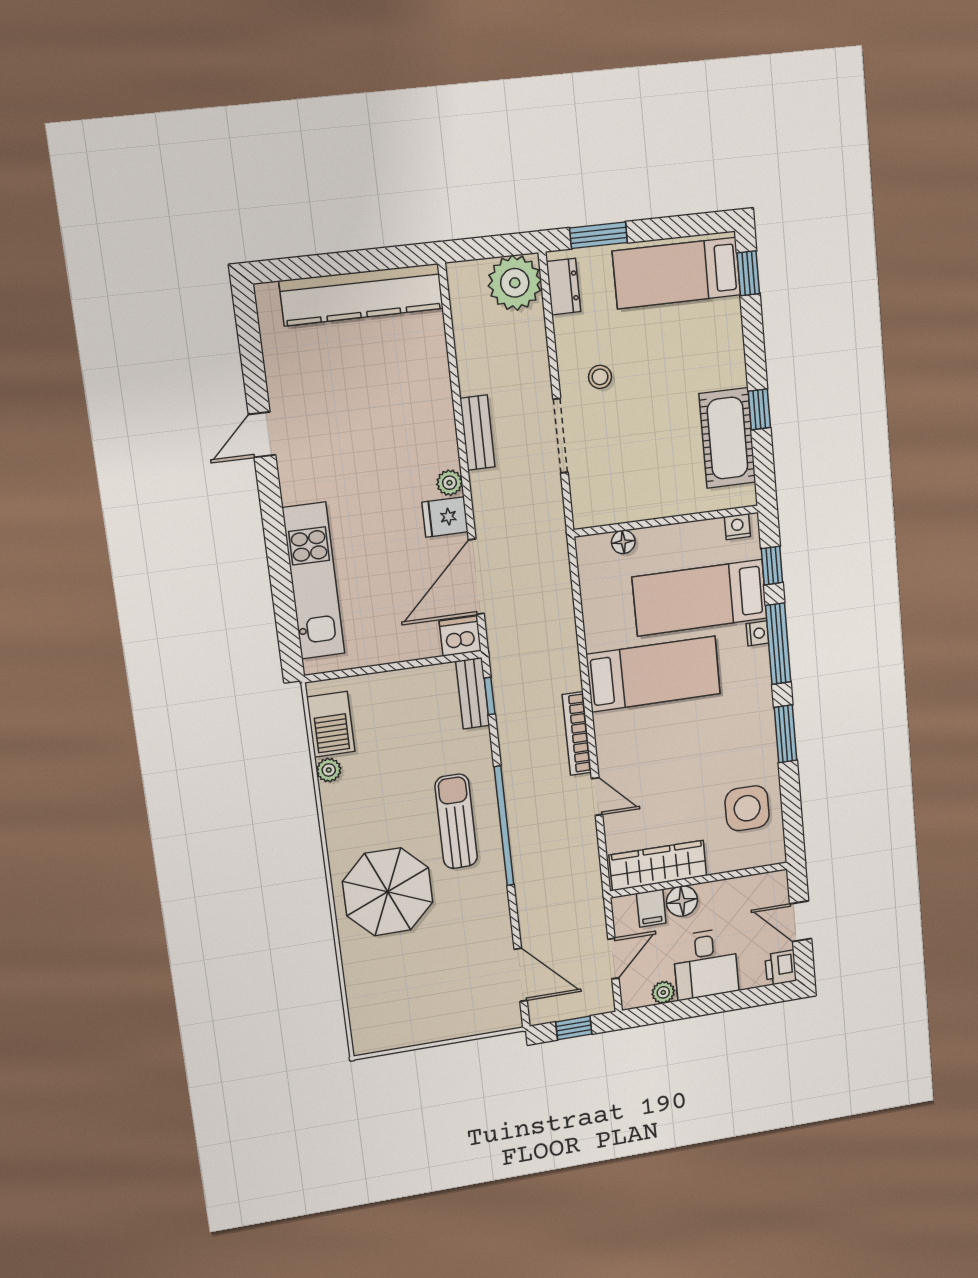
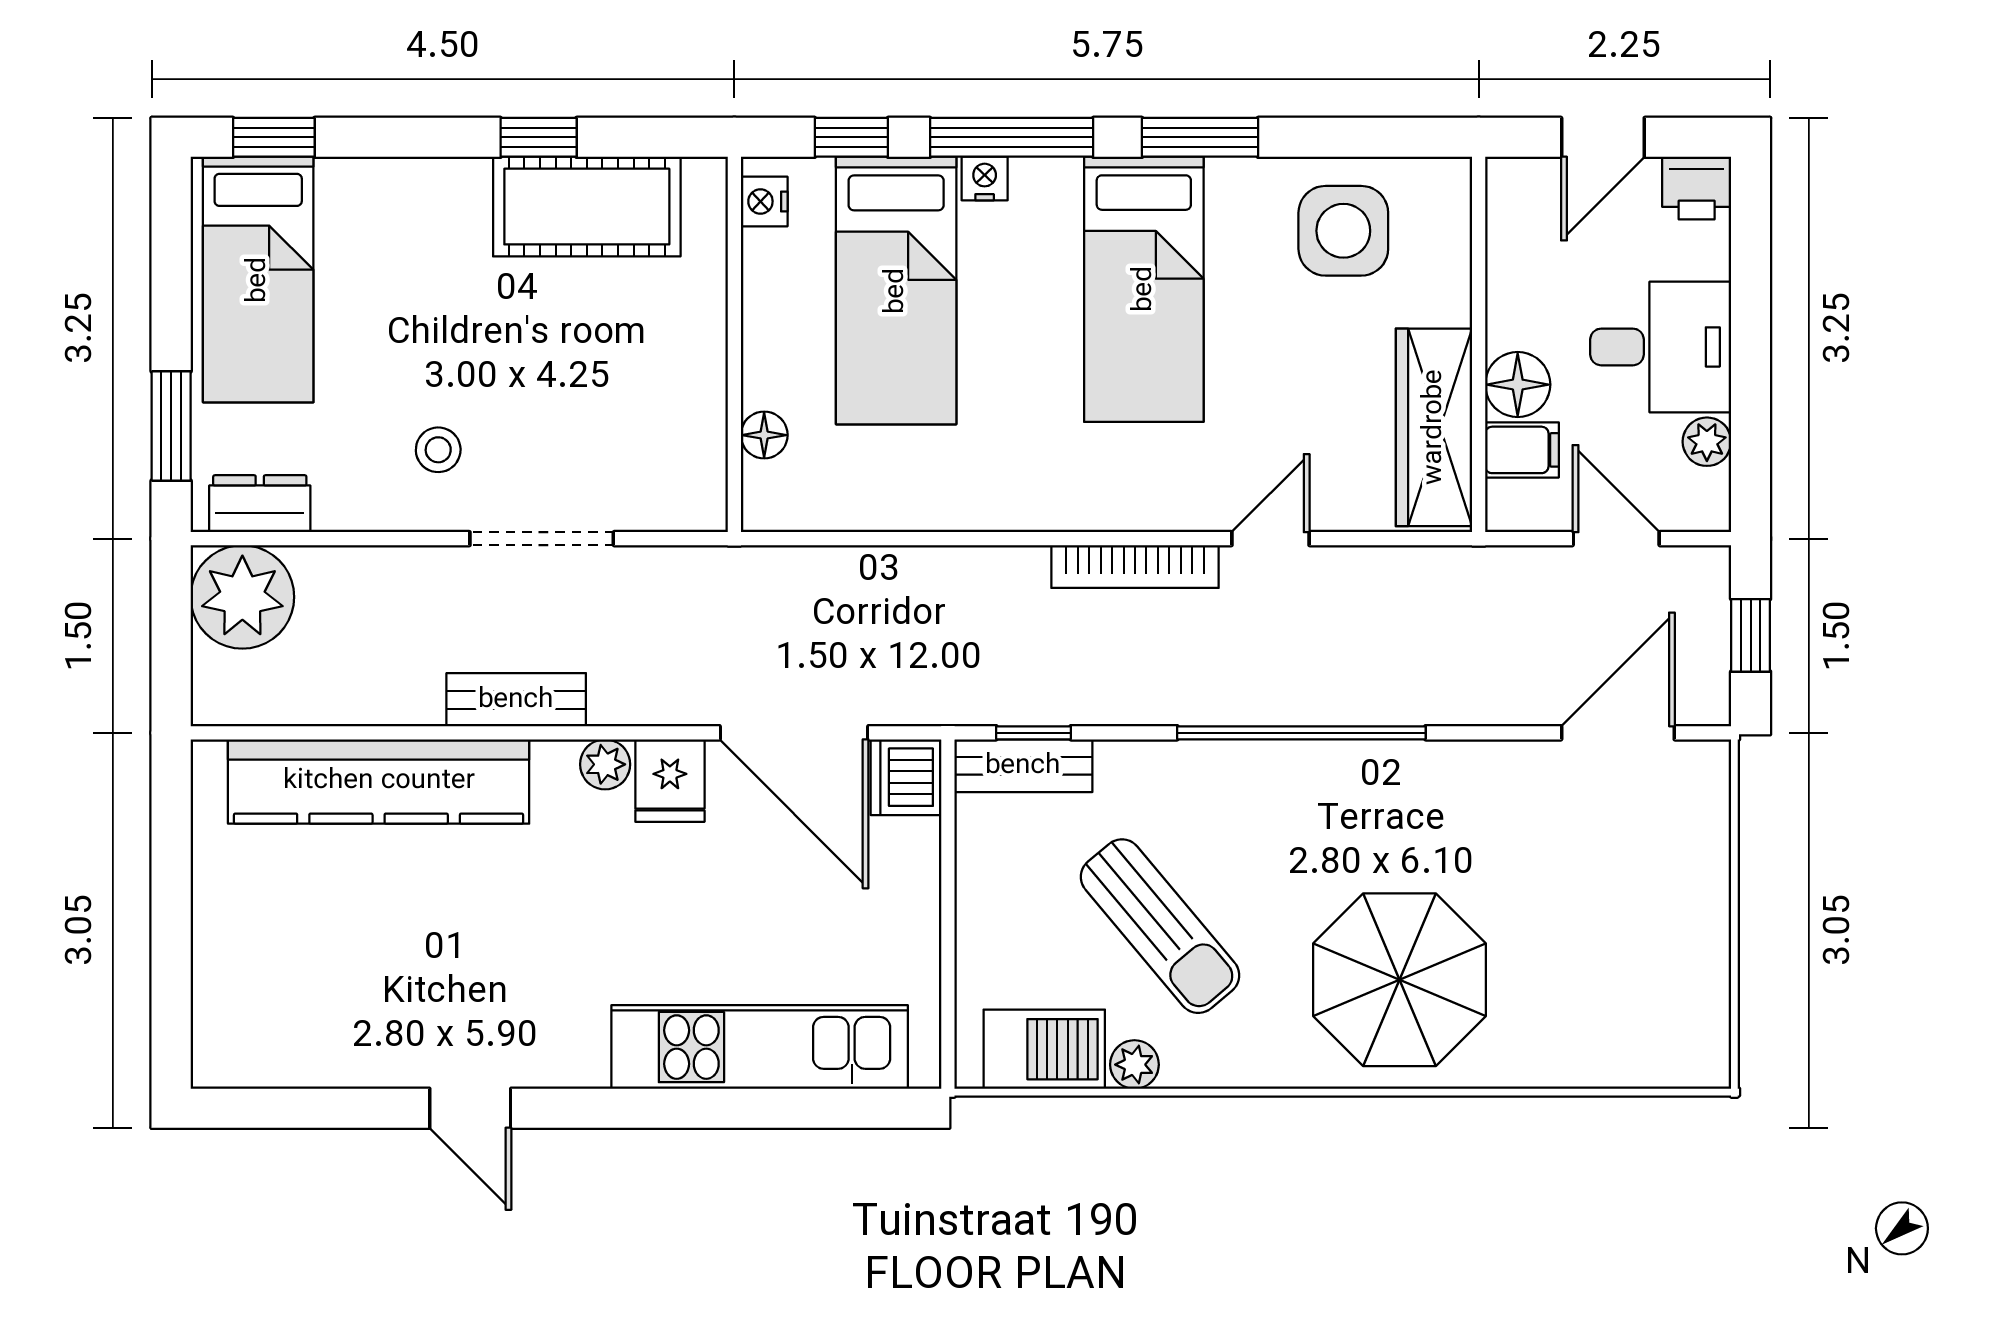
kitchen counter: (362, 295) -> (379, 781), moved, turned 90
bed: (653, 674) -> (1144, 289), moved, turned 180
sun lounger: (456, 821) -> (1160, 926), moved, turned -130

